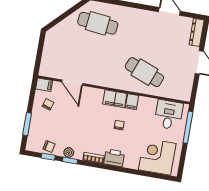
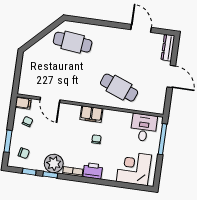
filing cabinet: (132, 102) -> (108, 116), removed
chair: (49, 146) -> (24, 153), moved
plant: (69, 152) -> (54, 163), width x1.87, depth x1.87

